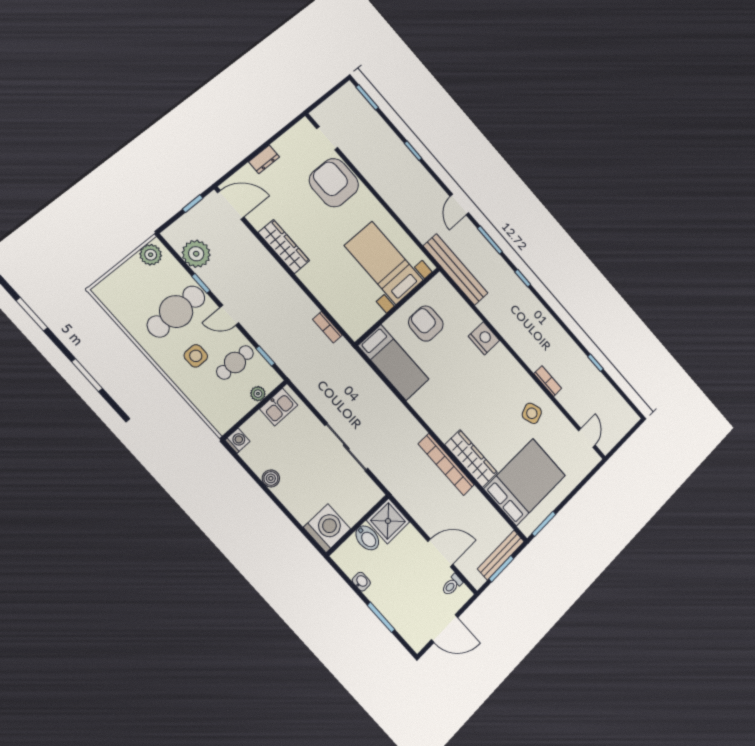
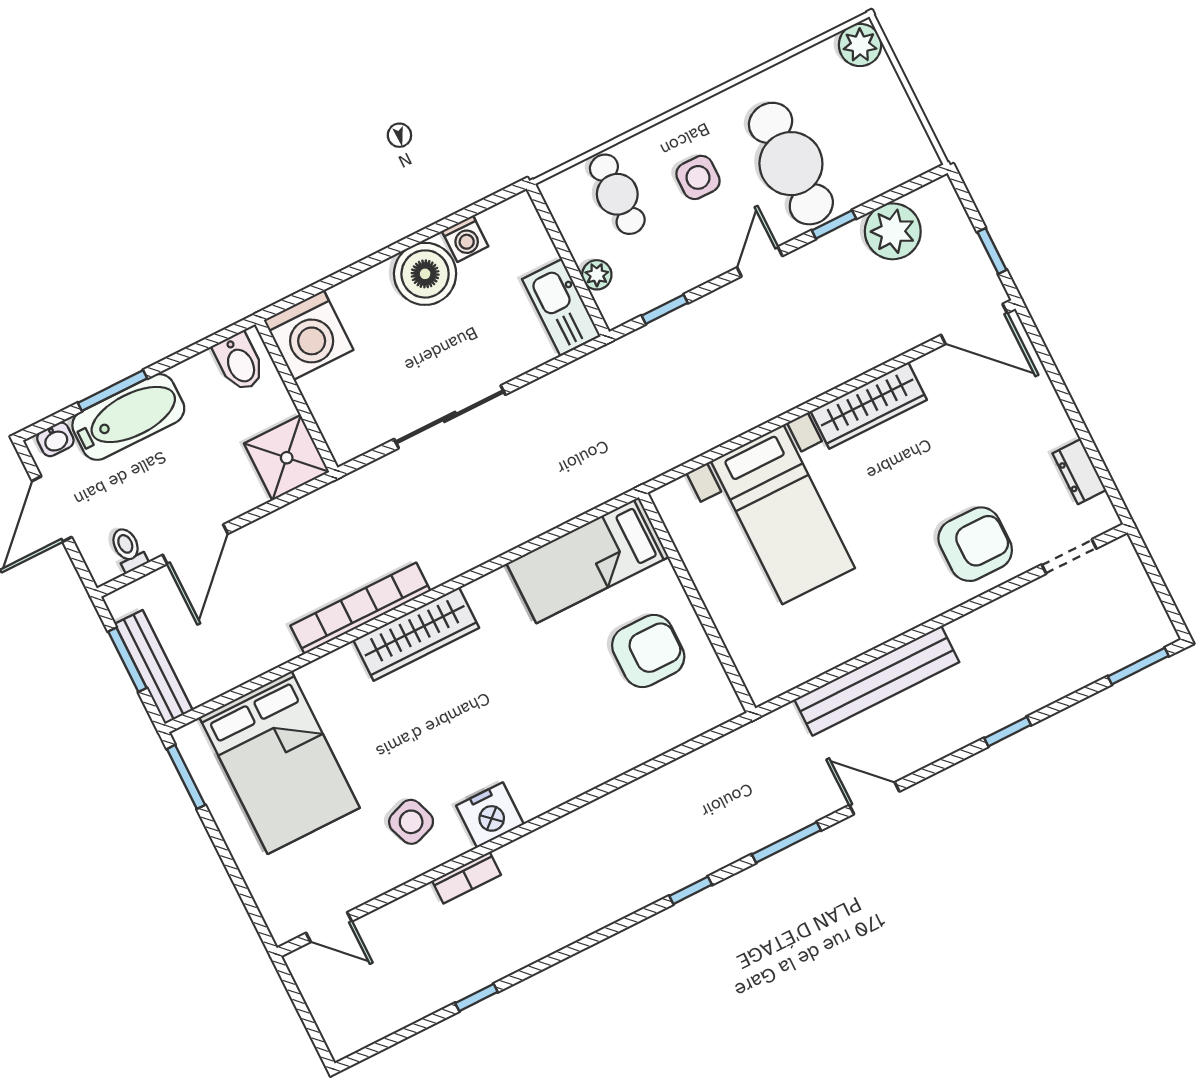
dresser: (264, 159) -> (1079, 472), moved
armchair: (334, 183) -> (975, 544), width x0.73, depth x0.73
door: (231, 205) -> (974, 324), hinge flipped
plant: (151, 255) -> (860, 45), moved
bed with nightstands: (384, 263) -> (783, 515), moved, turned 90
bench: (456, 270) -> (877, 681), moved
bookcase: (327, 327) -> (690, 447), removed
nightstand: (484, 338) -> (490, 815), moved
cafe table: (235, 362) -> (617, 194), moved
kitchen sink: (279, 407) -> (561, 307), width x1.38
washing machine: (237, 441) -> (465, 239), moved
wardrobe: (471, 459) -> (416, 634), moved
boiler: (271, 478) -> (425, 274), width x1.86, depth x1.86
bidet: (367, 538) -> (239, 362), moved, turned -90
washbasin: (361, 582) -> (55, 439), moved
bathtub: (391, 605) -> (128, 417), added

